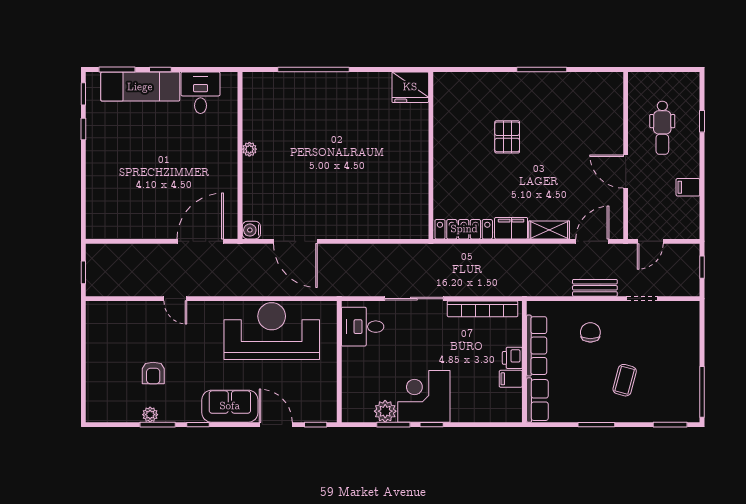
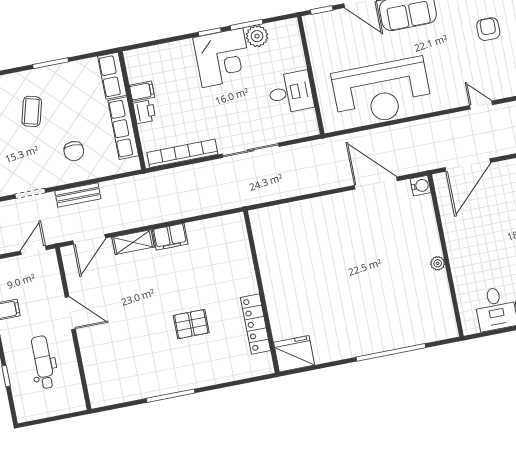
pallet: (507, 137) -> (191, 324), turned 90
locker: (464, 229) -> (256, 324), moved, turned 90
desk: (363, 327) -> (291, 92), moved

